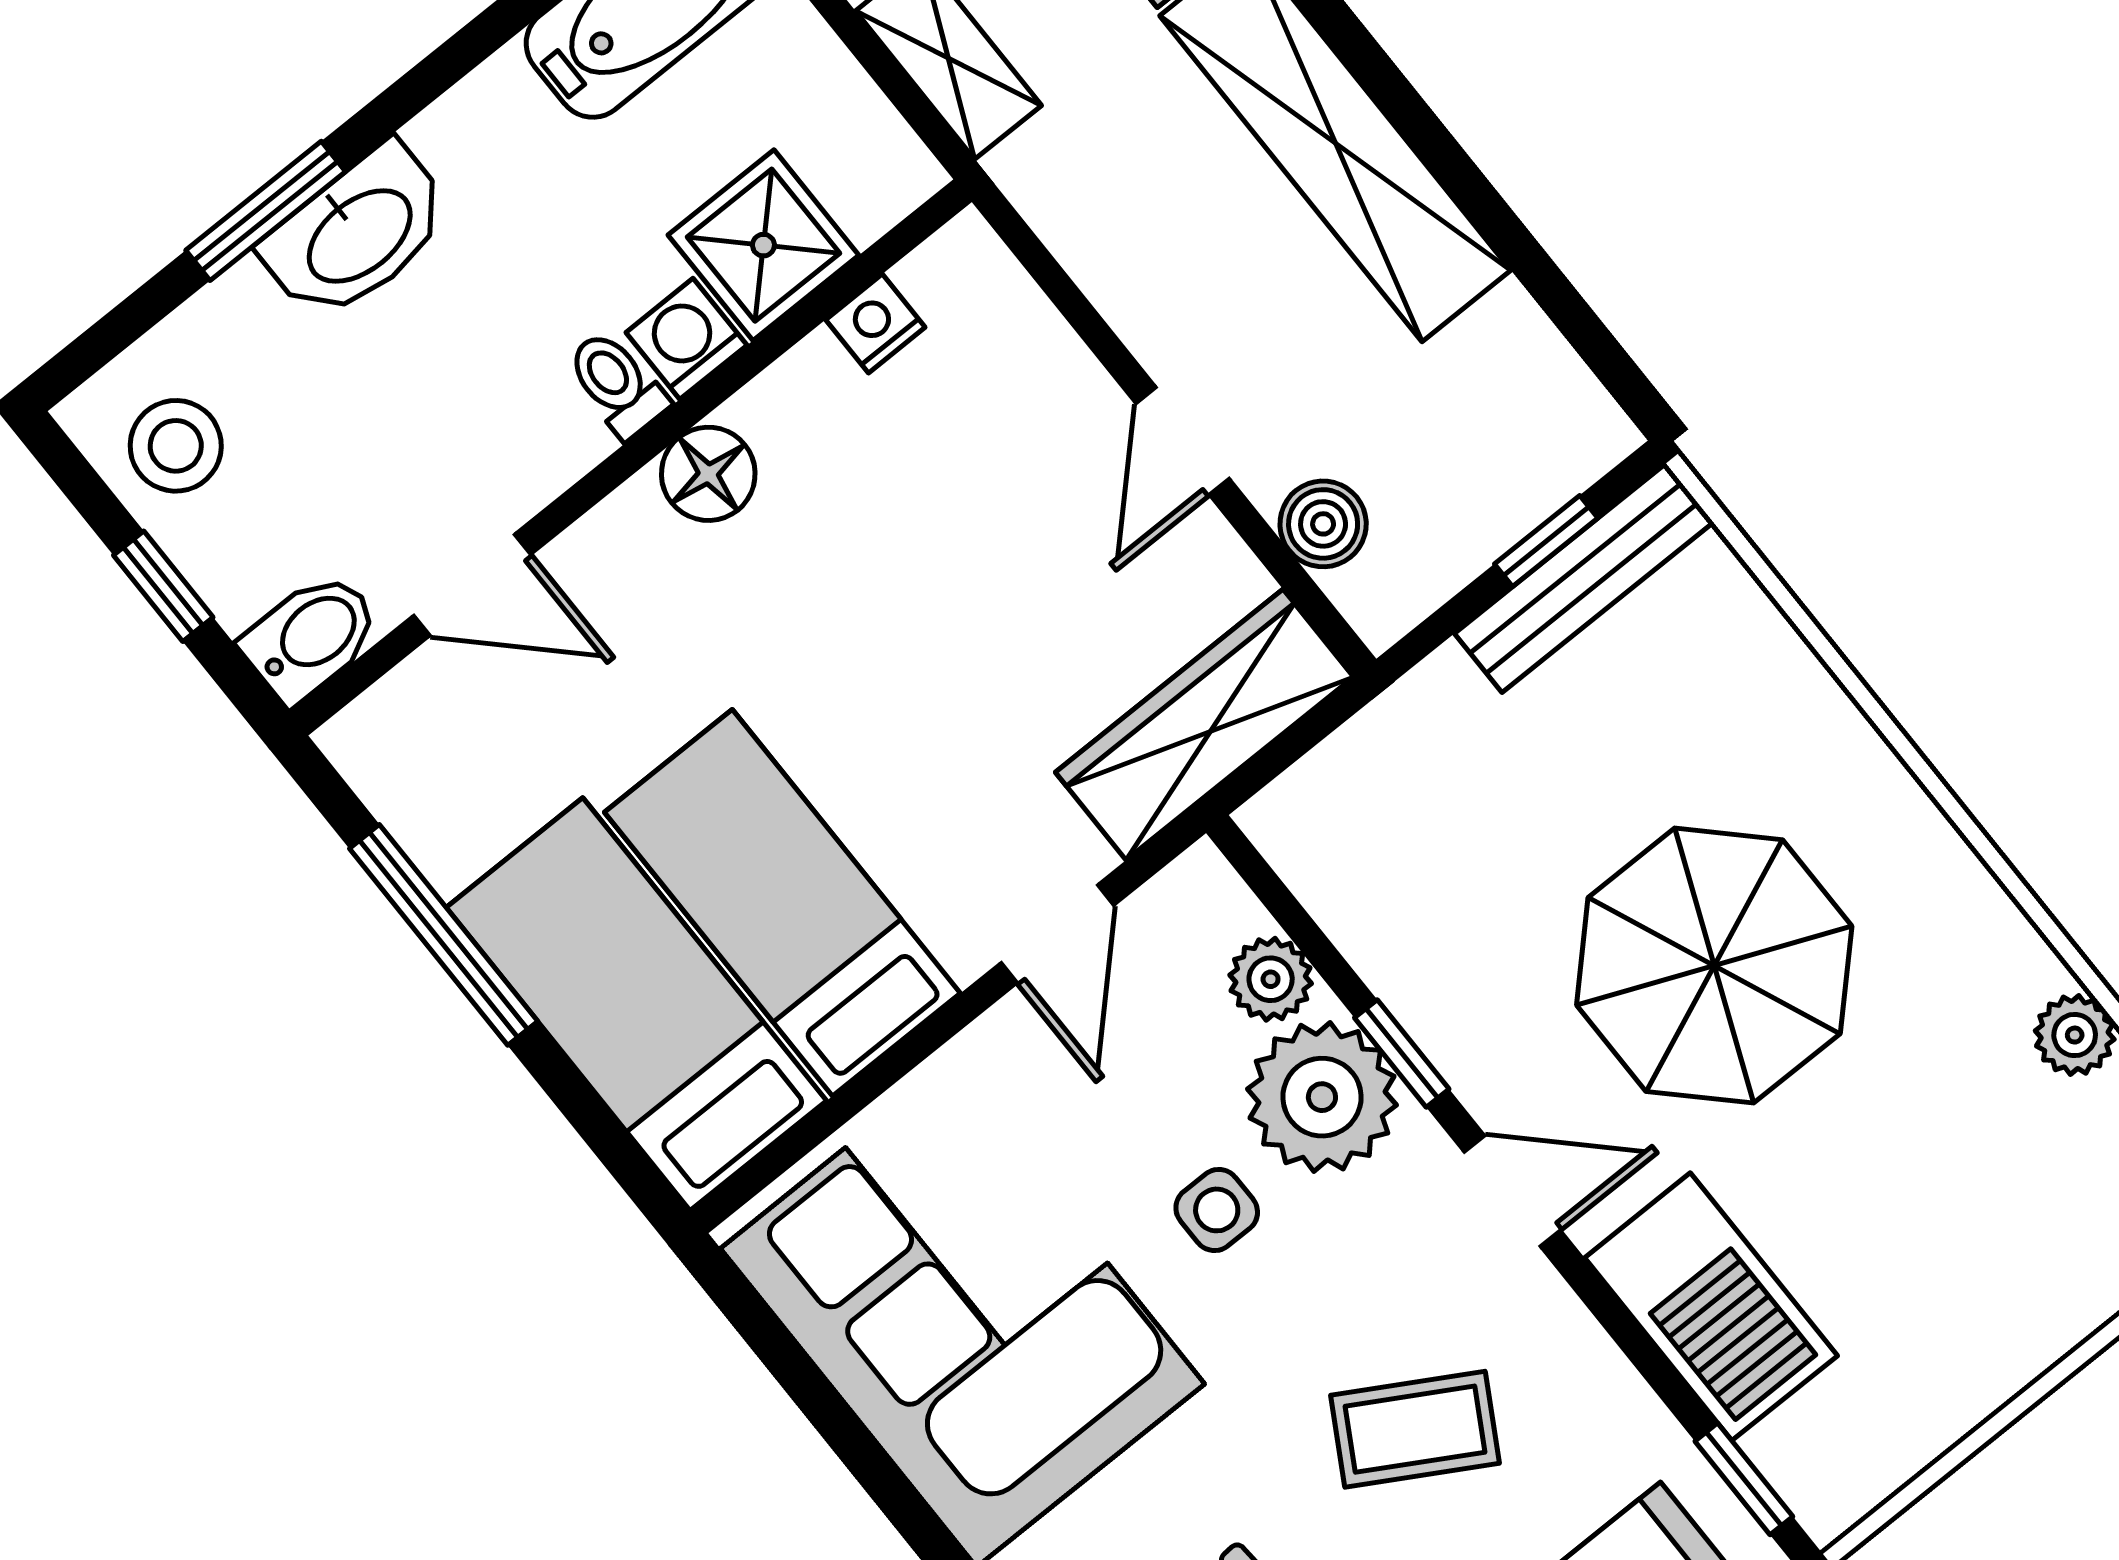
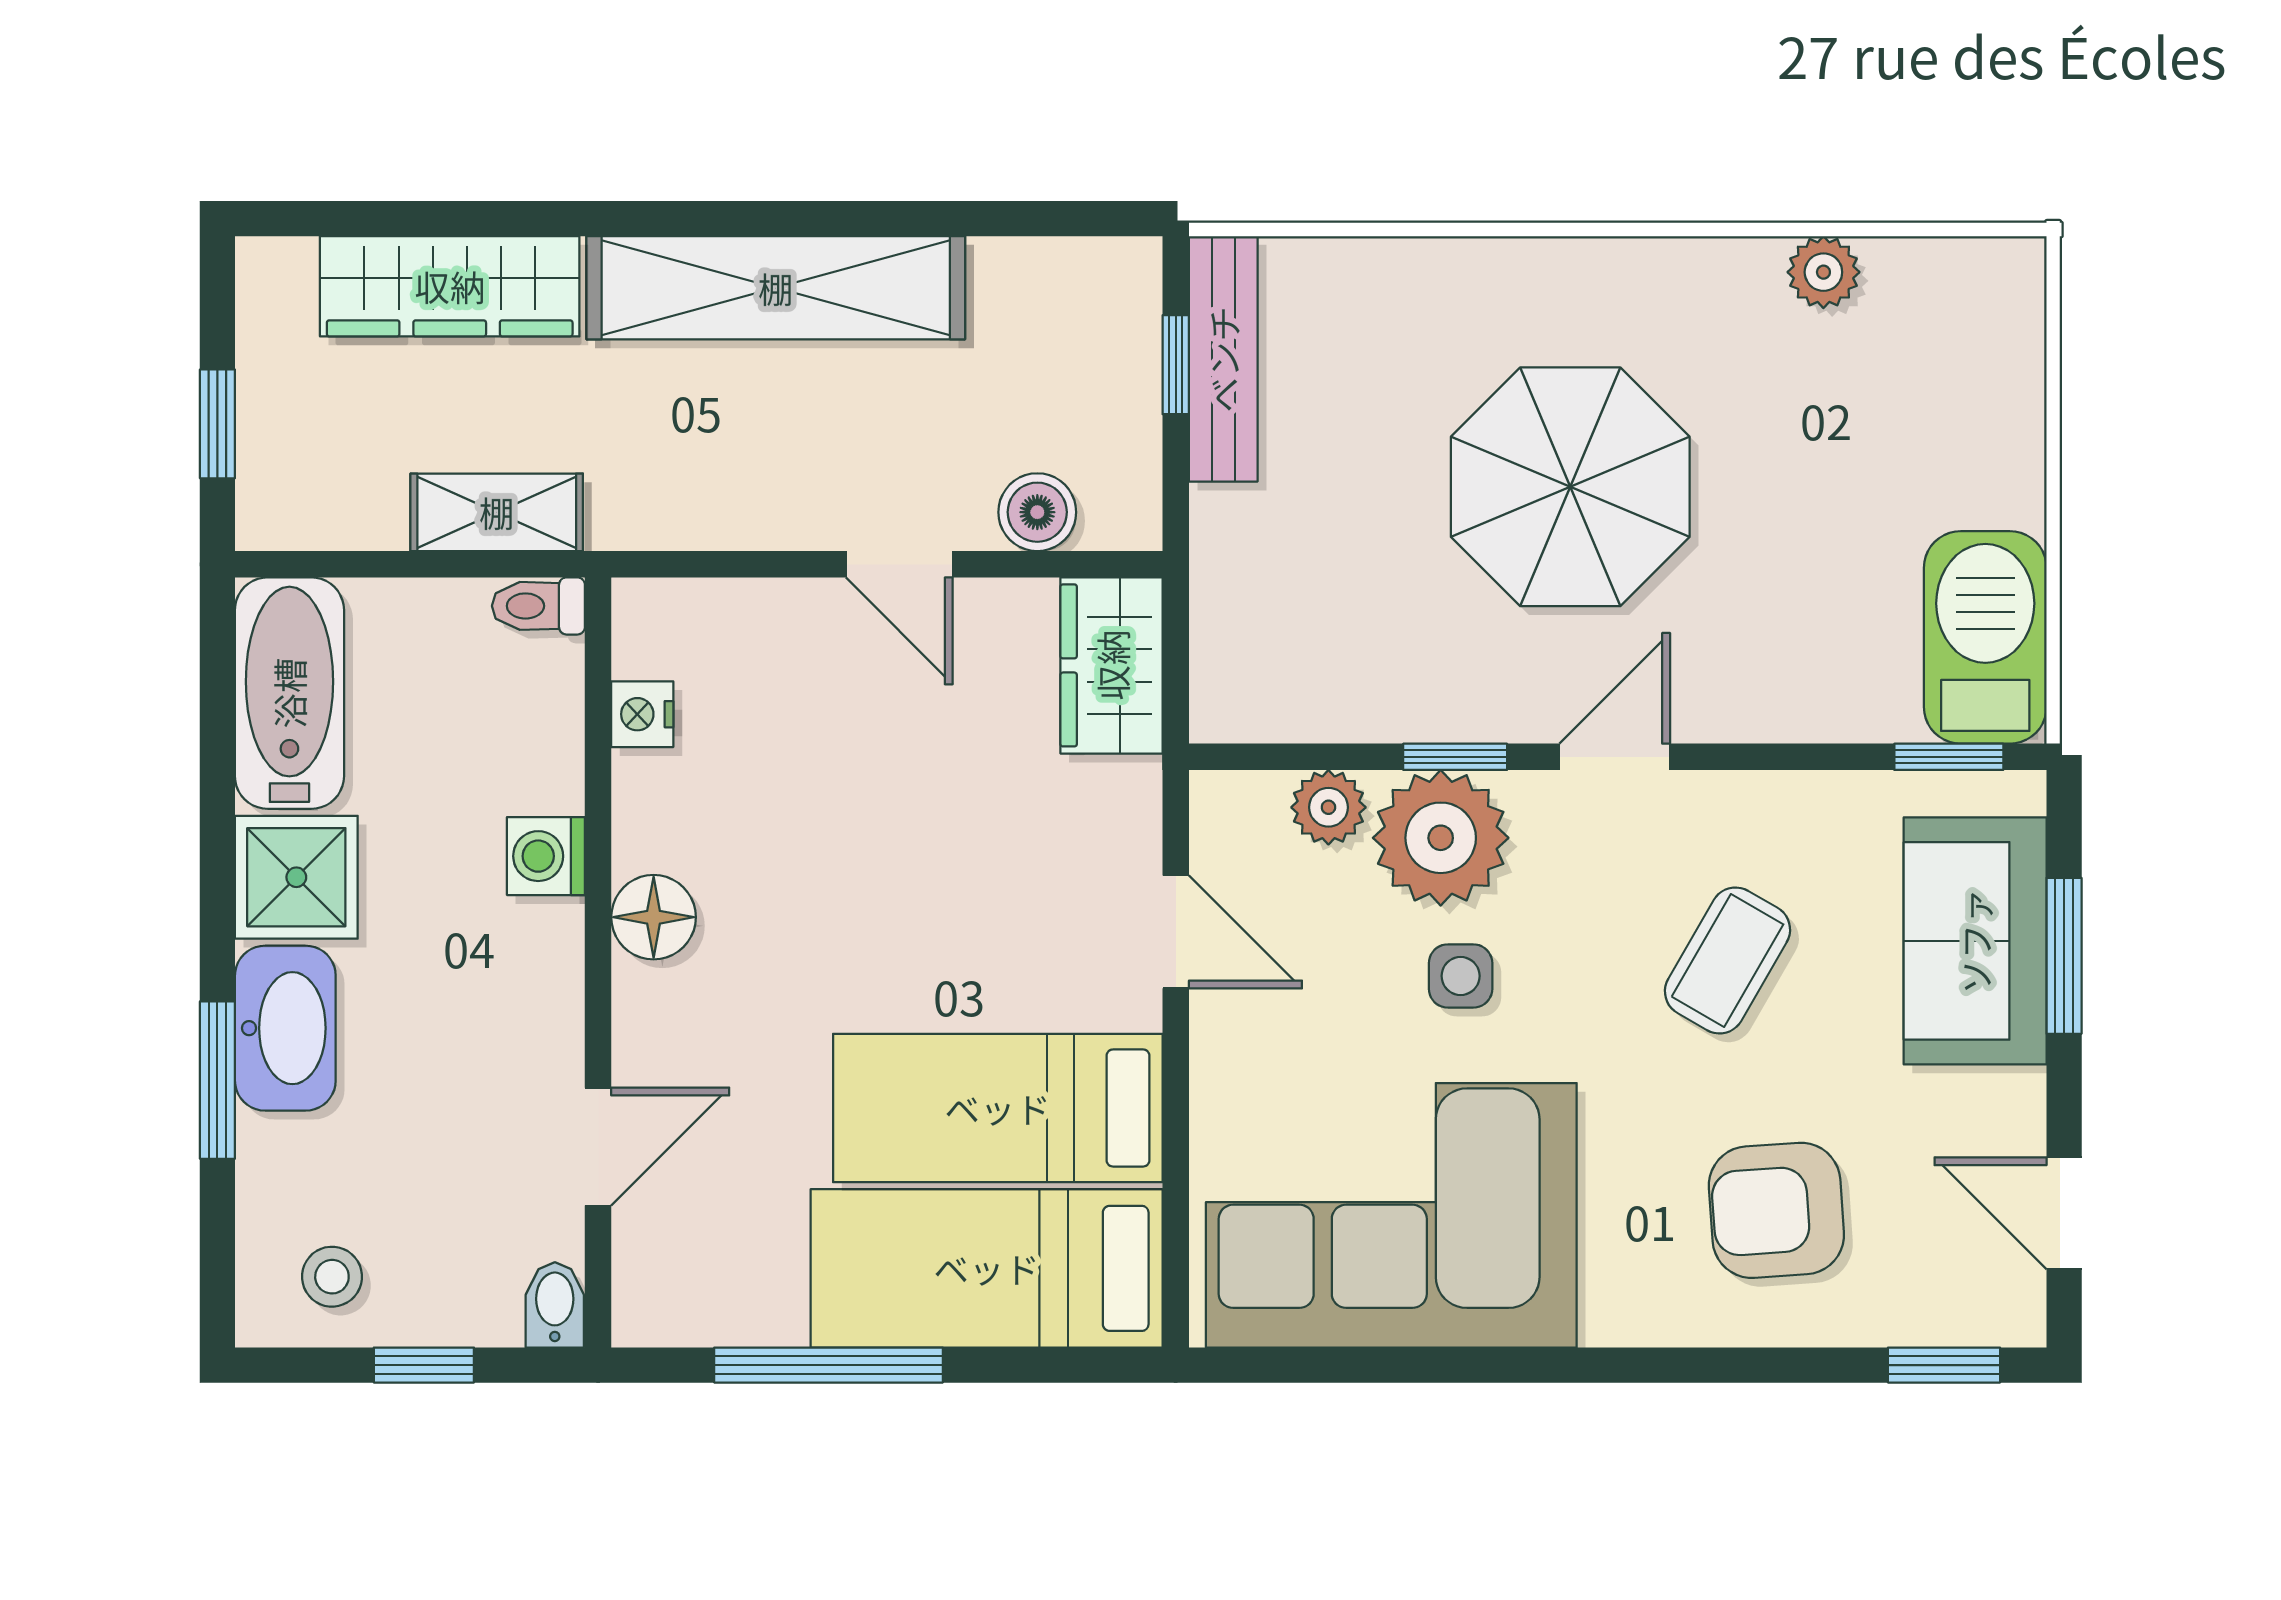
shower: (763, 245) -> (296, 877), moved
toilet: (617, 384) -> (538, 606), moved
stool: (176, 446) -> (332, 1277), width x0.73, depth x0.73
bidet: (311, 637) -> (555, 1305), width x0.72, depth x0.74
wardrobe: (1205, 725) -> (1112, 665), width x0.67
barbecue: (1711, 1307) -> (1985, 637), moved, turned -90

